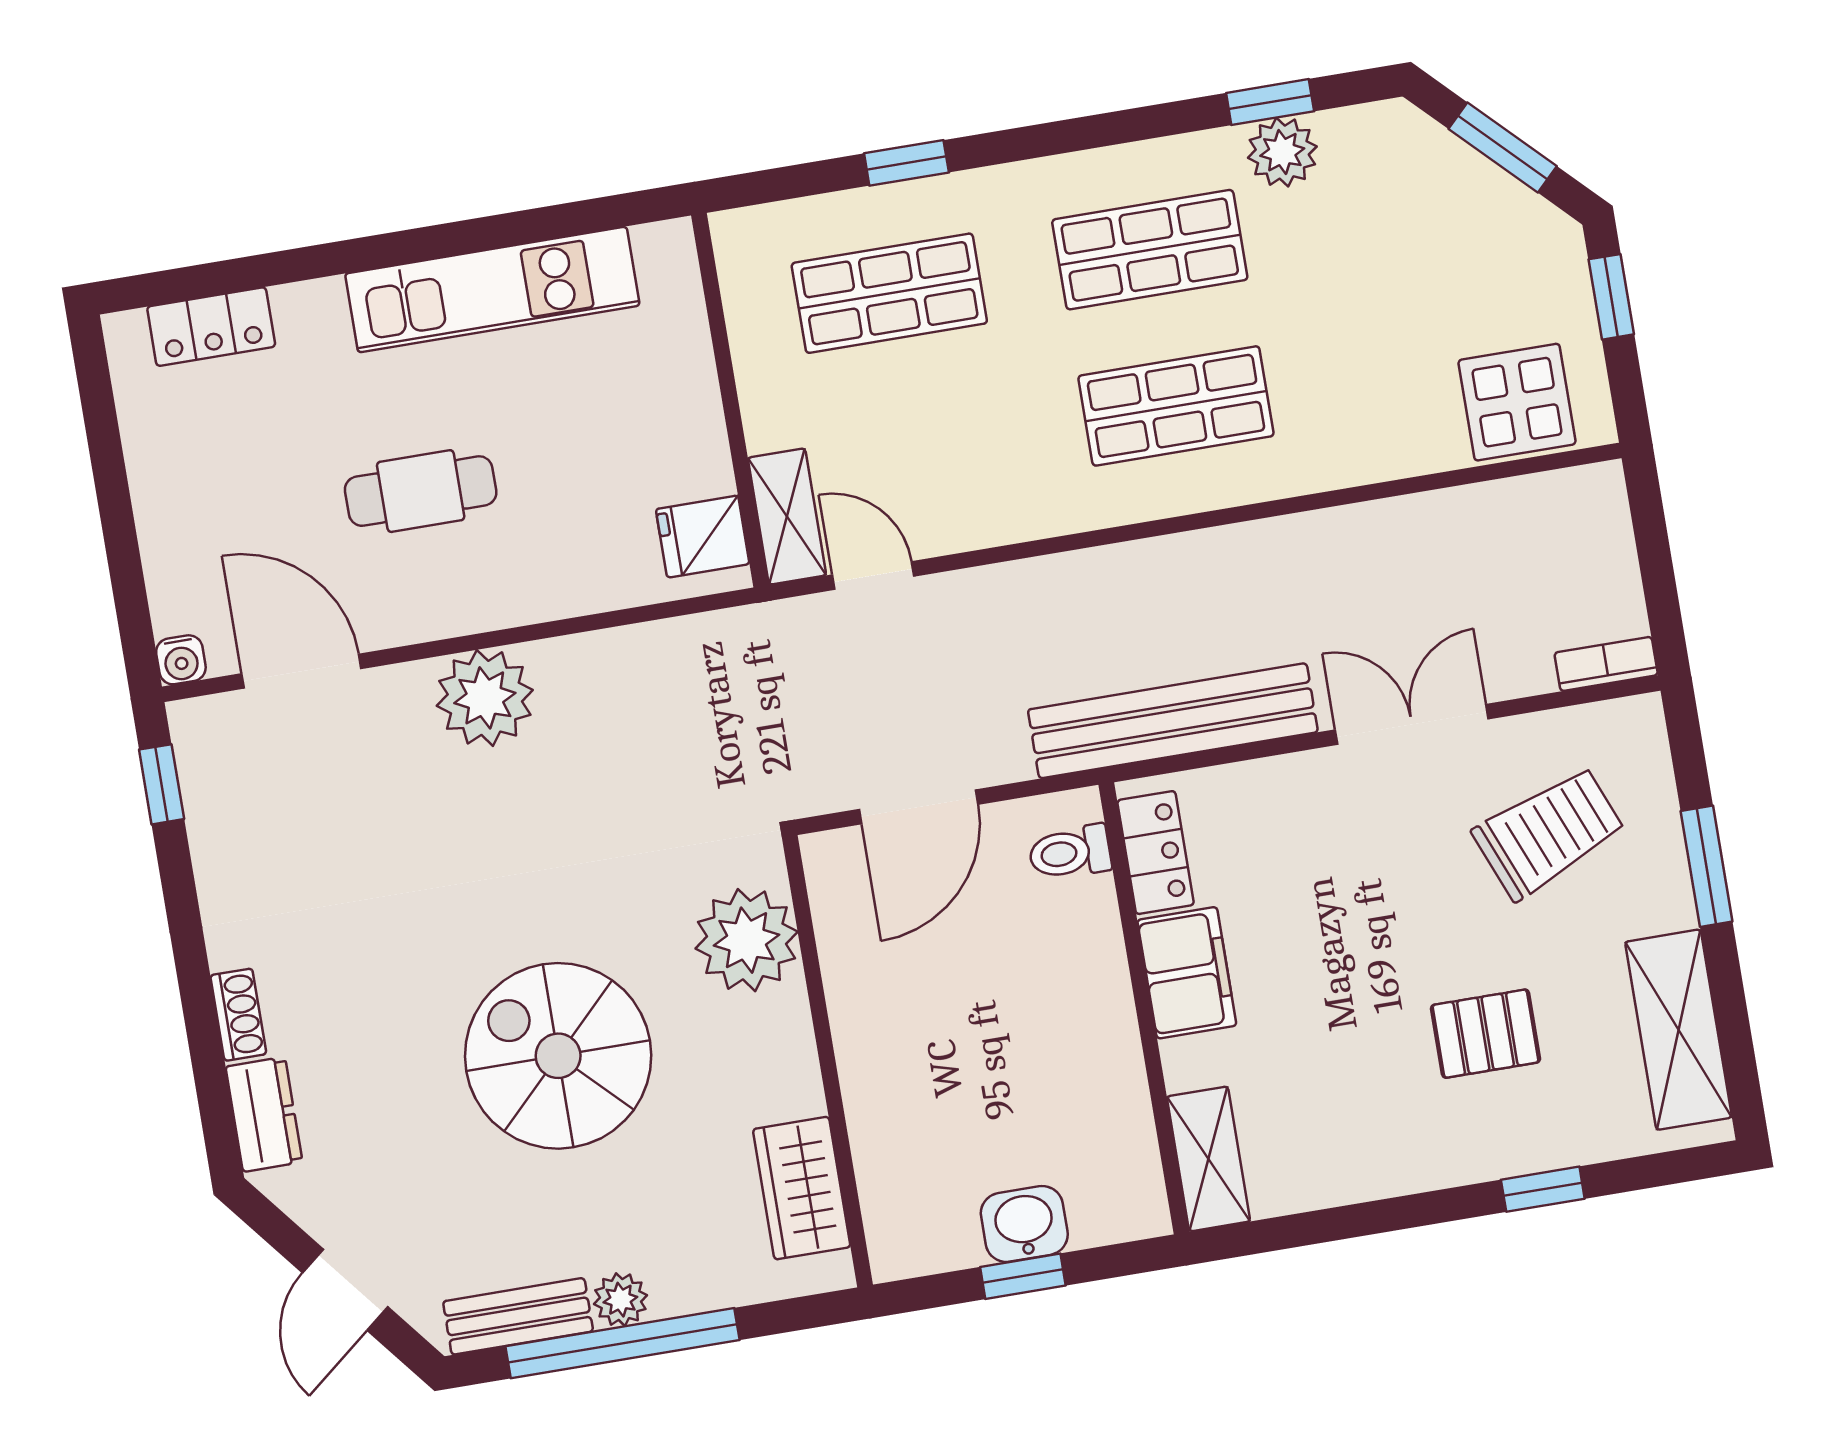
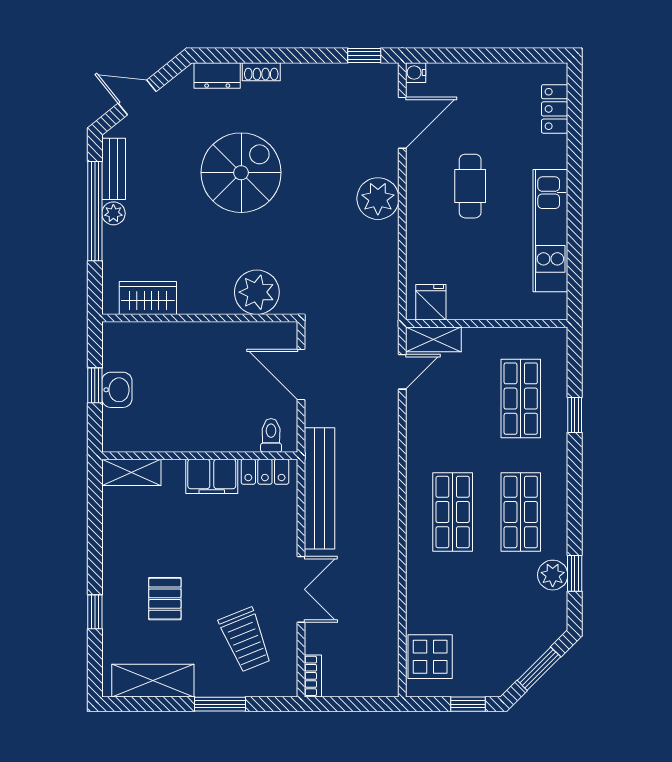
spiral stairs: (558, 1056) -> (241, 173), moved

